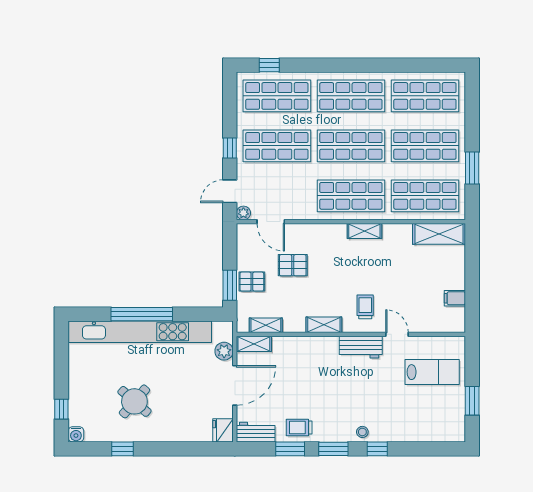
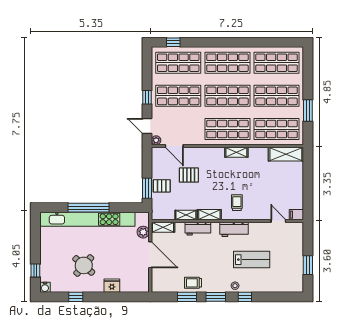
door: (230, 191) -> (147, 126), hinge flipped
filing cabinet: (455, 298) -> (296, 215), moved
shelving: (266, 325) -> (186, 215), moved
door: (397, 334) -> (278, 221), moved
lab bench: (432, 372) -> (252, 260), moved
door: (235, 385) -> (150, 255), hinge flipped
fridge: (223, 430) -> (112, 286), moved, turned 90
workbench: (256, 432) -> (198, 229), moved, turned 180

